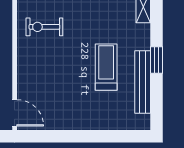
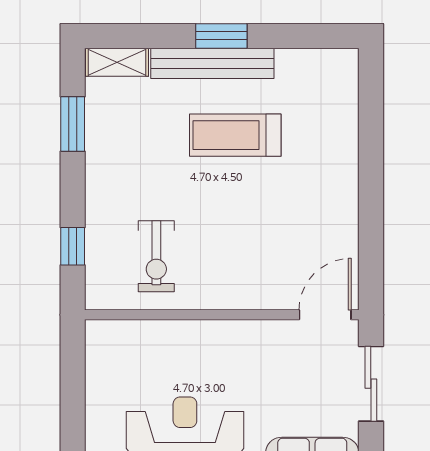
bench: (143, 82) -> (212, 63), moved

